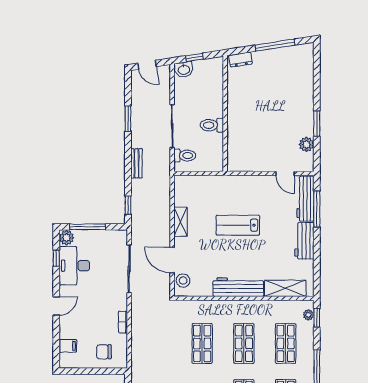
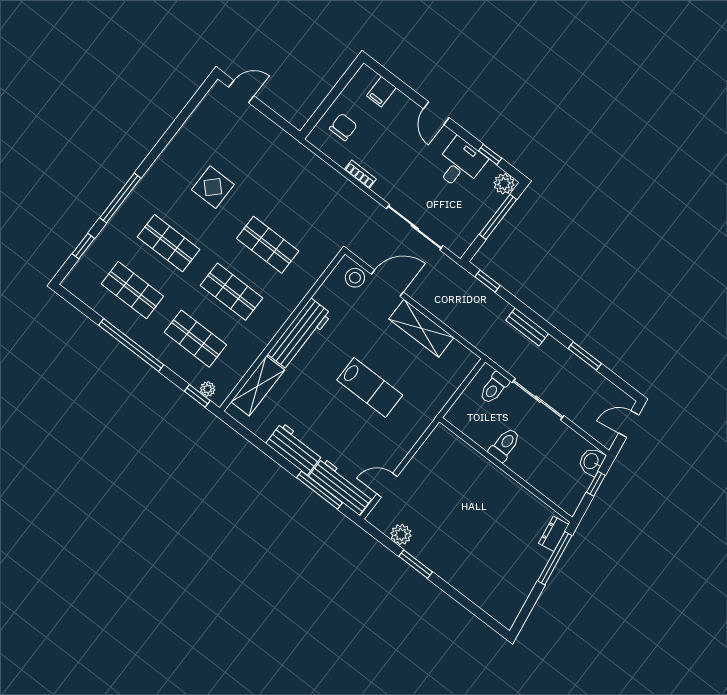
window: (275, 45) -> (555, 558), moved
shelving: (180, 222) -> (421, 328), width x1.50, depth x1.33
lab bench: (238, 225) -> (370, 387), turned 90
desk: (74, 266) -> (460, 164), width x0.73

